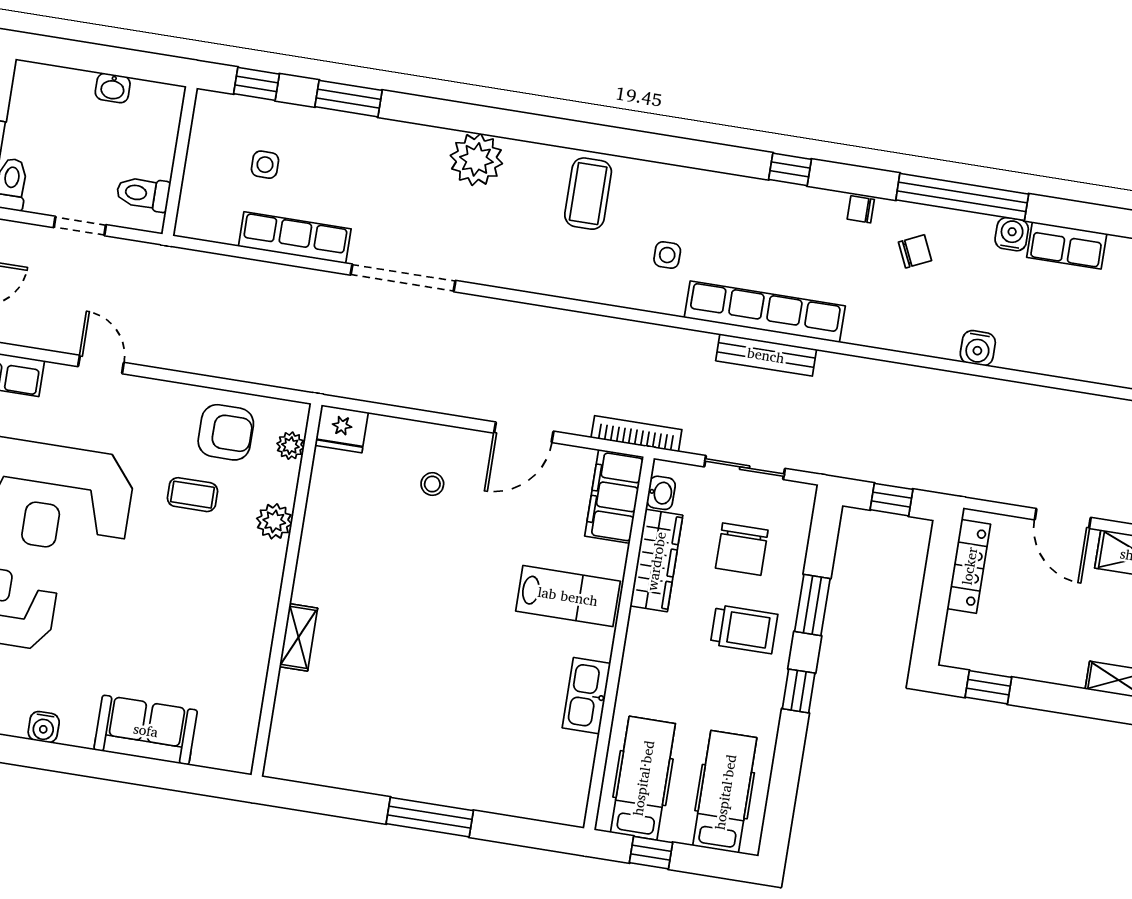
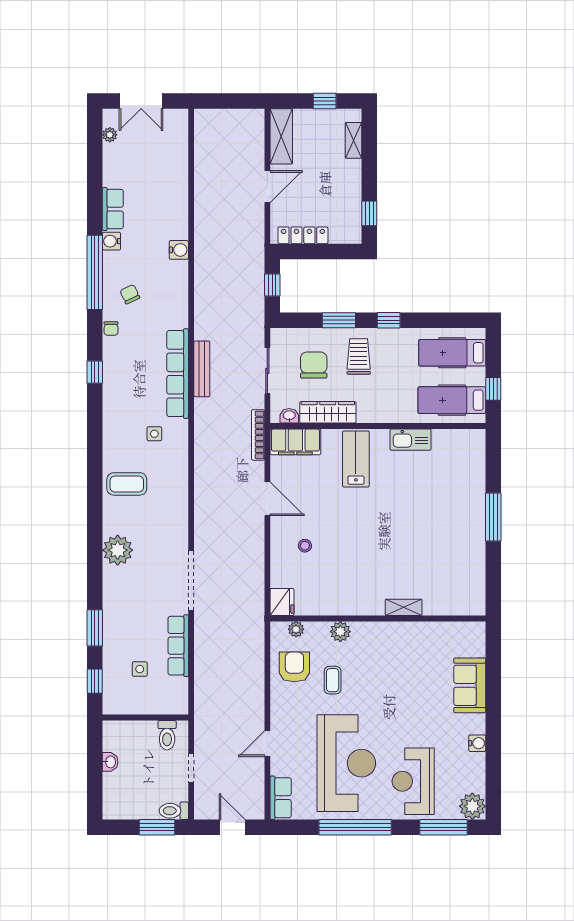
chair: (742, 549) -> (314, 365), turned -90

